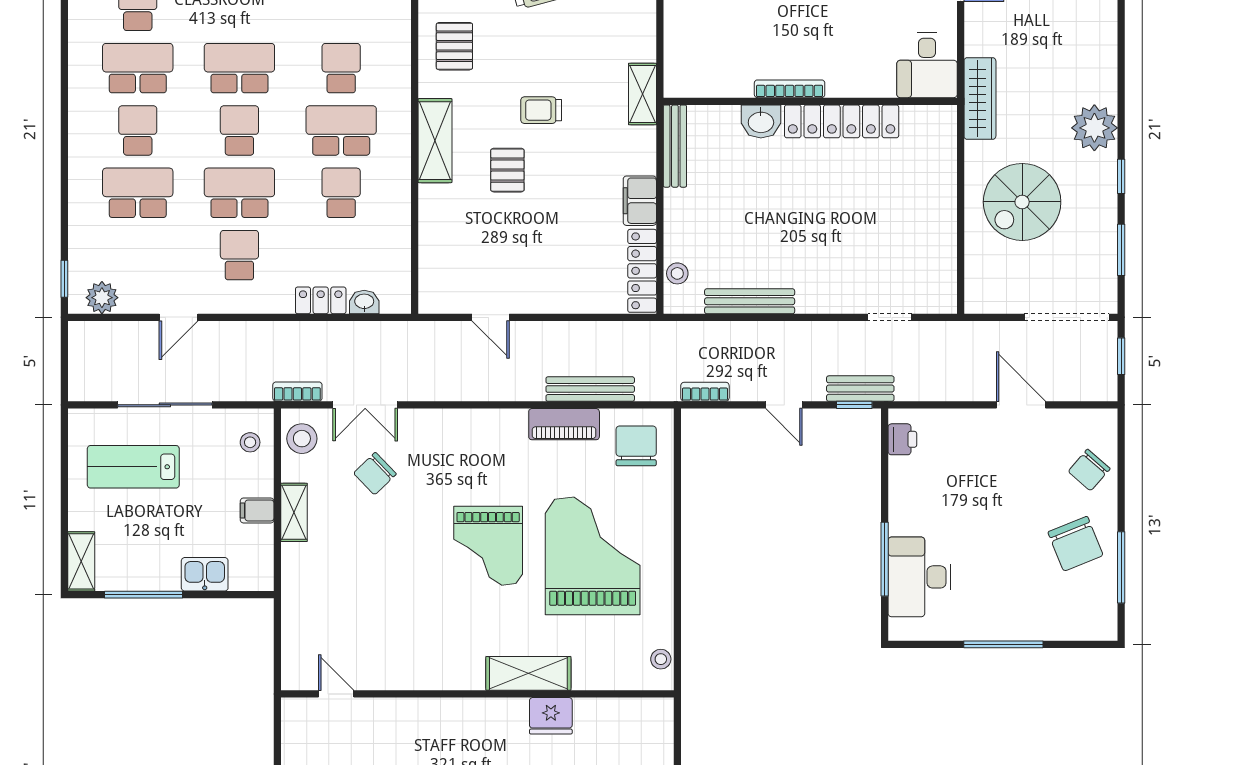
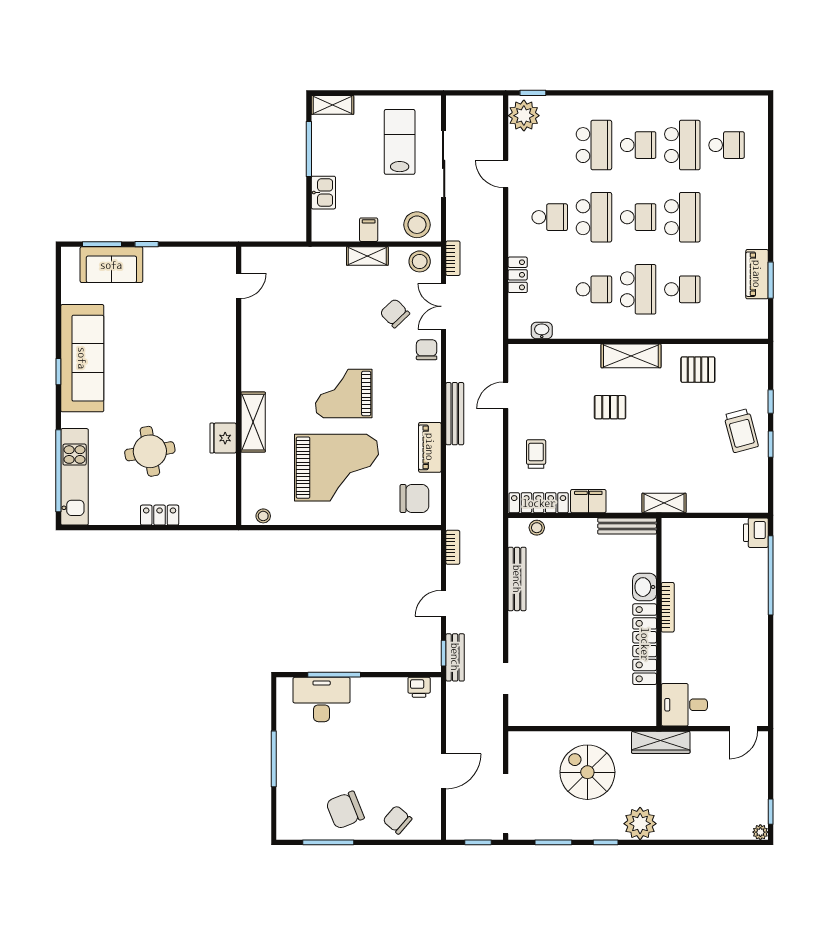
trolley: (541, 110) -> (536, 454), moved
plant: (102, 298) -> (524, 116), width x1.36, depth x1.36
washbasin: (364, 302) -> (542, 331), moved, turned -90
bench: (590, 389) -> (455, 414), moved
chair: (426, 429) -> (427, 350), added
stool: (250, 442) -> (417, 225), width x1.89, depth x1.89

